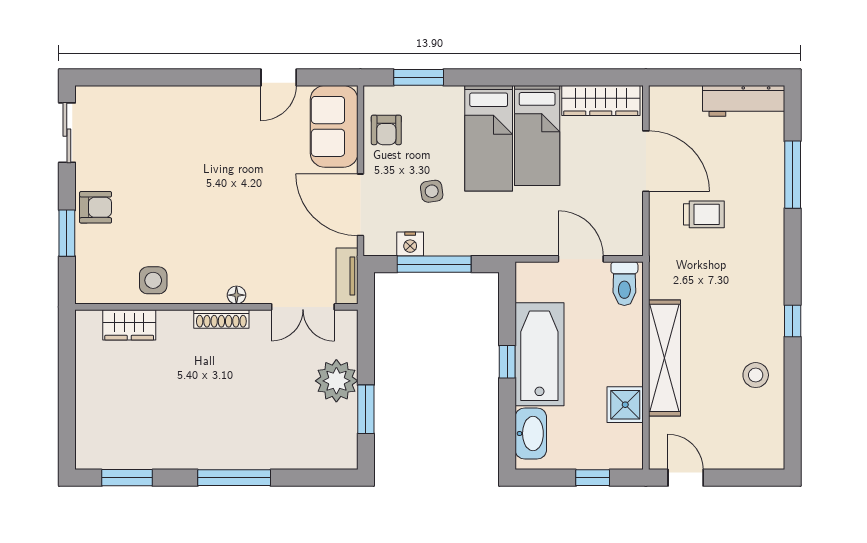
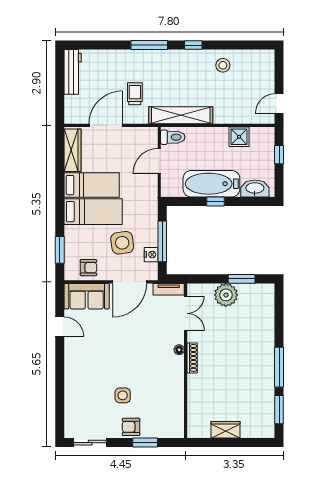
window: (793, 175) -> (149, 45), moved
side table: (432, 191) -> (122, 243), width x1.87, depth x1.87
armchair: (96, 207) -> (131, 427), turned -90
side table: (153, 280) -> (123, 395), moved
wardrobe: (129, 325) -> (225, 430), moved, turned -90
shelving: (664, 358) -> (181, 115), moved
window: (234, 478) -> (279, 367), moved

